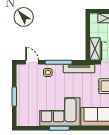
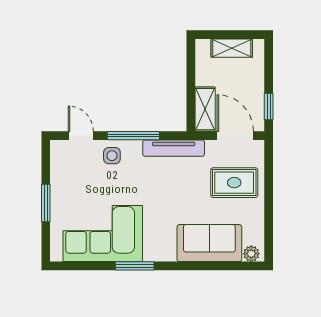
corner sofa: (60, 112) -> (103, 234), moved

